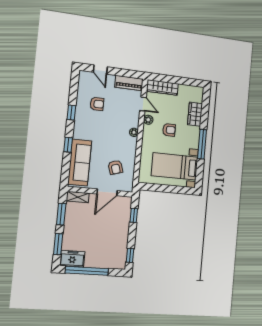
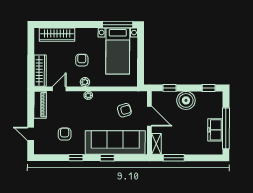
door: (100, 70) -> (31, 134), swing flipped
wardrobe: (195, 114) -> (57, 35), width x1.50
plant: (148, 120) -> (85, 82), moved
window: (202, 144) -> (118, 25), moved
sofa: (80, 162) -> (115, 143), width x1.36, depth x1.27
boiler: (120, 231) -> (186, 100), added
window: (58, 244) -> (202, 158), removed
freezer: (72, 259) -> (215, 130), moved

